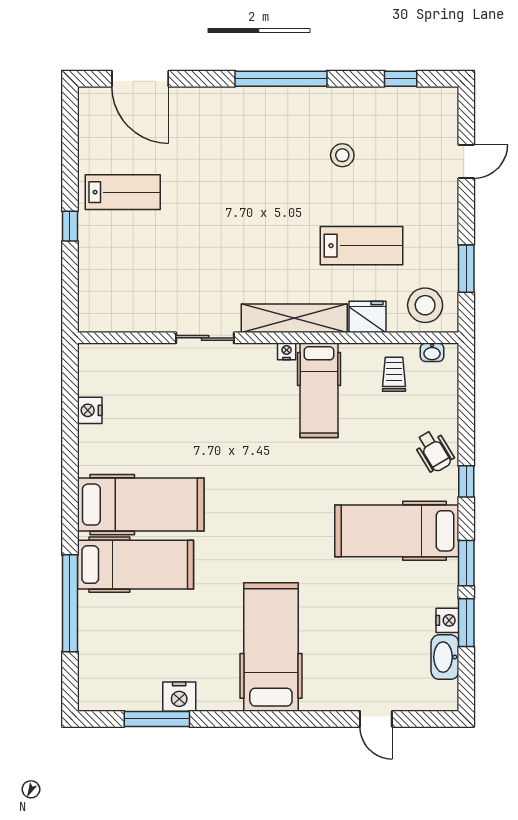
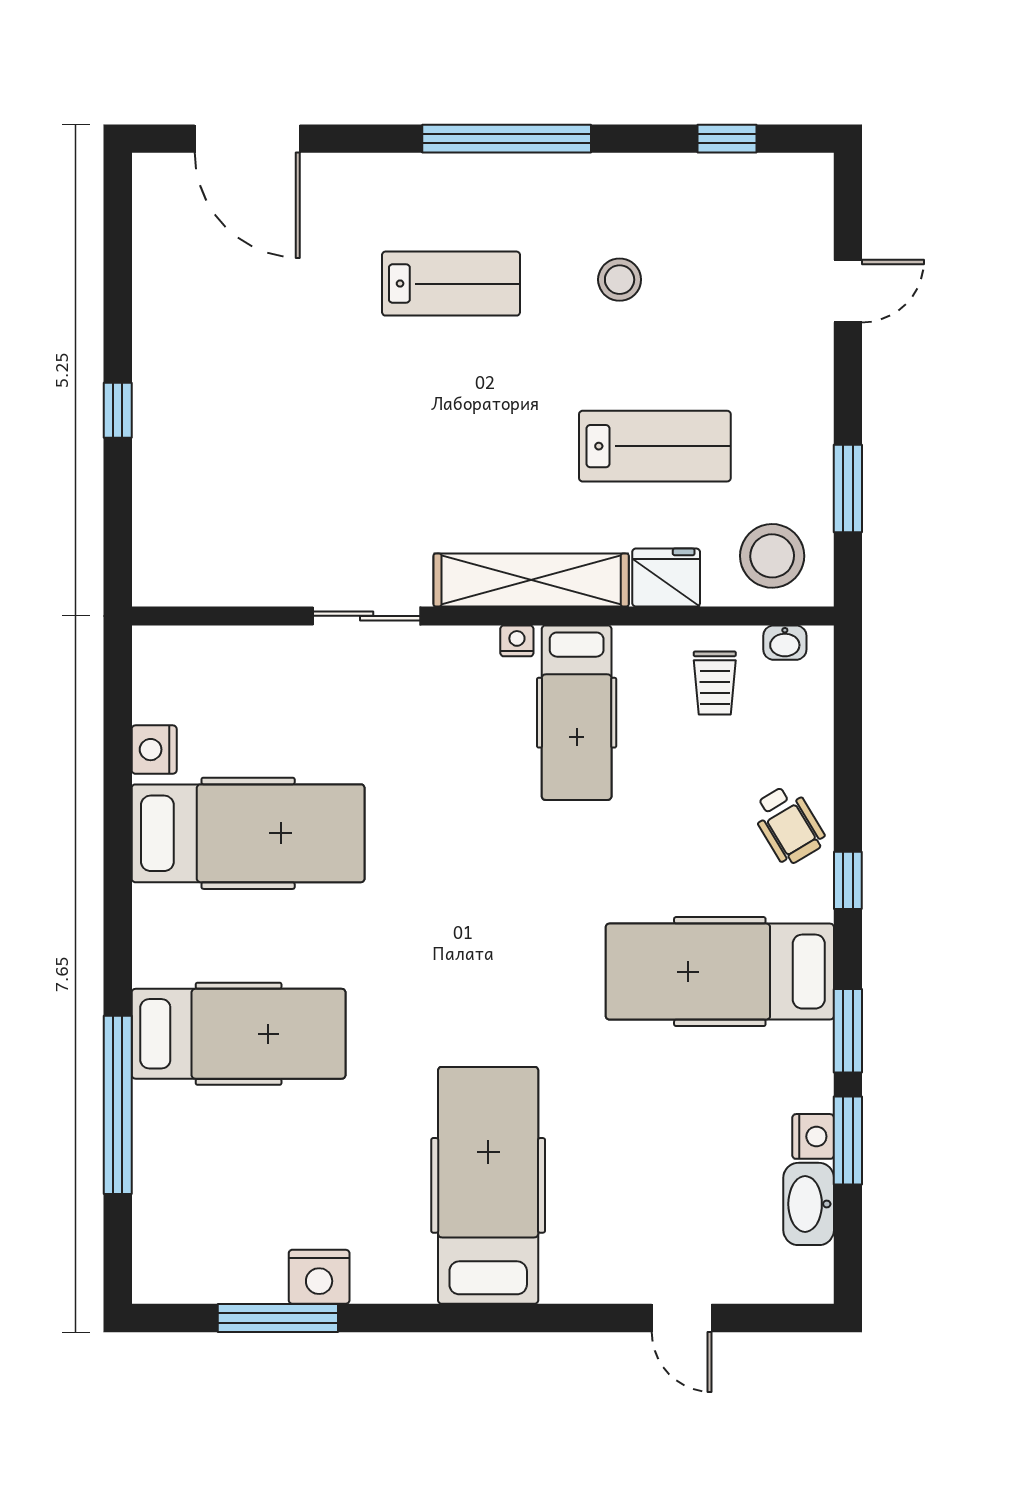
lab bench: (123, 192) -> (451, 284), moved
trolley: (394, 374) -> (715, 683), turned 180
hospital bed: (141, 505) -> (248, 833), moved

